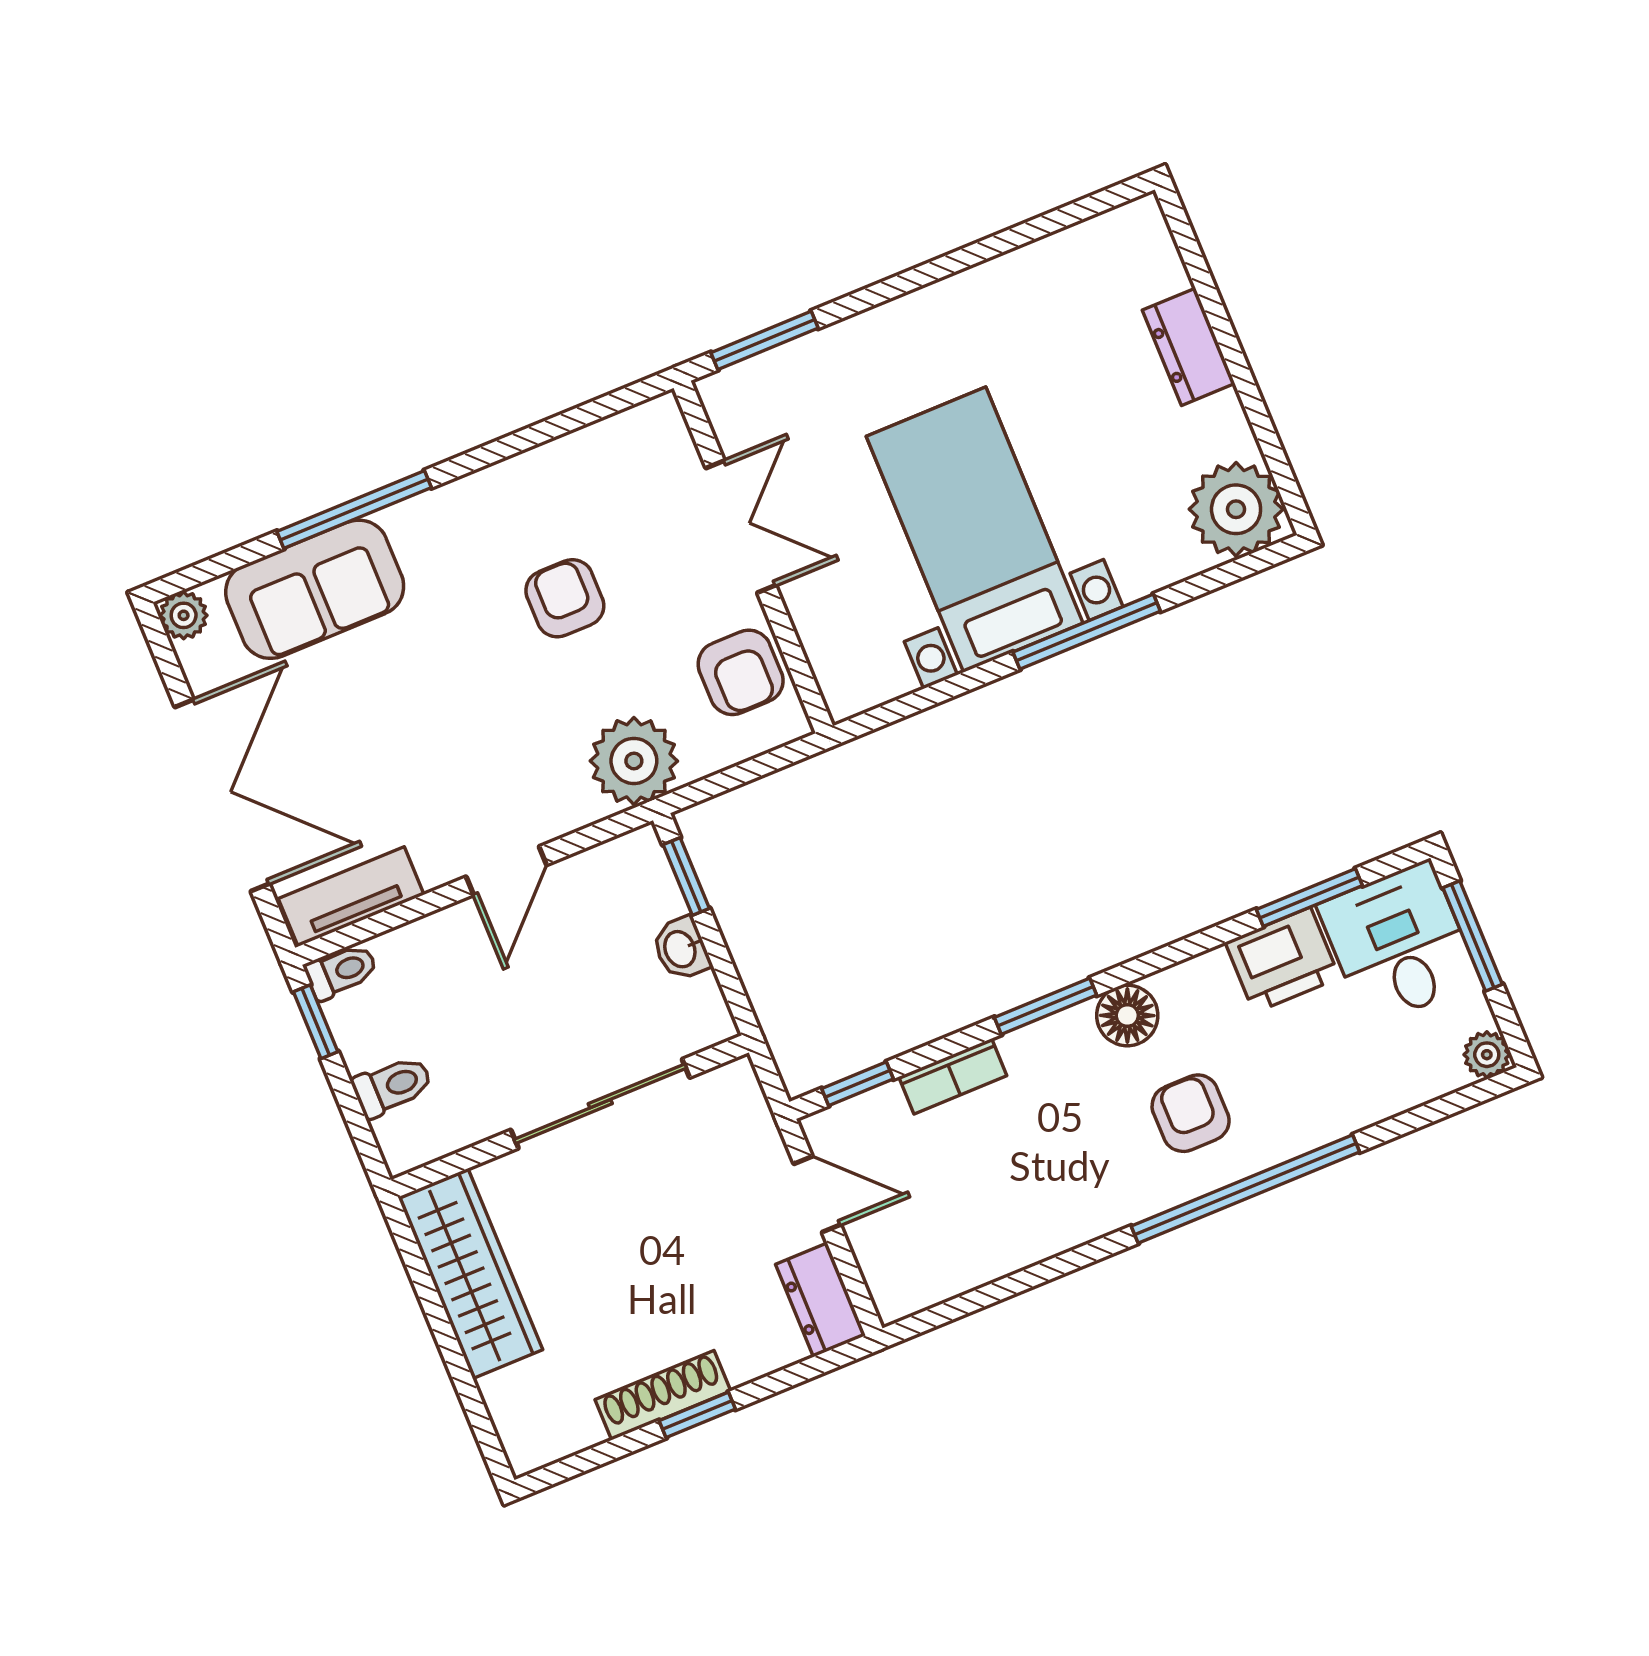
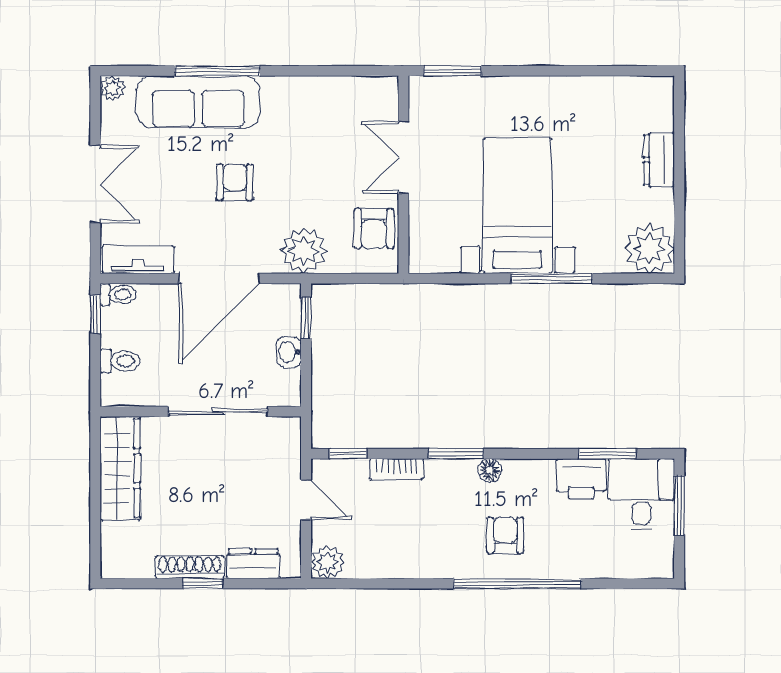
double door: (741, 527) -> (403, 157), swing flipped
sofa: (315, 589) -> (198, 102), width x1.36
armchair: (565, 598) -> (235, 182), moved
double door: (222, 795) -> (95, 184), width x0.73
door: (506, 871) -> (219, 278), width x1.88
floor lamp: (1127, 1015) -> (490, 470), width x0.73, depth x0.73
plant: (1487, 1055) -> (328, 562), moved, width x1.38, depth x1.38
dresser: (820, 1300) -> (253, 564), moved, turned 90

